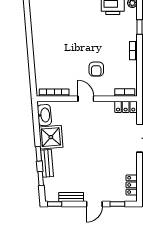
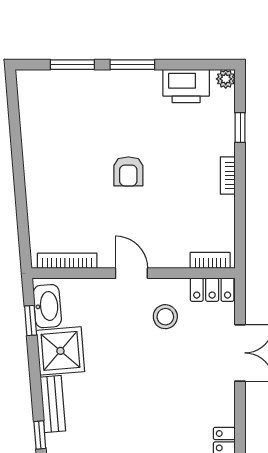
armchair: (96, 69) -> (128, 171), moved
stool: (103, 120) -> (165, 317), added
window: (39, 154) -> (31, 320), moved

